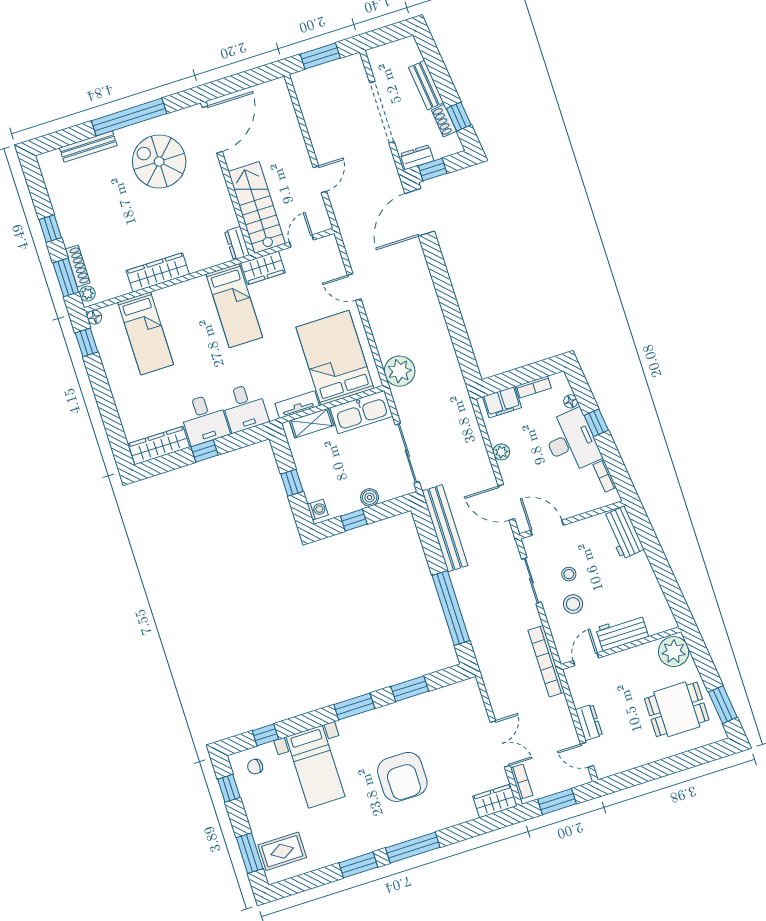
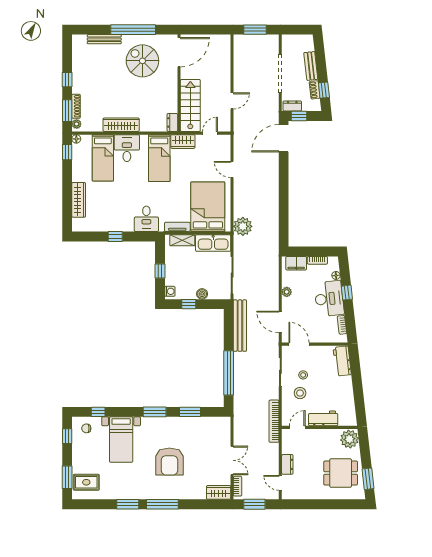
desk: (204, 419) -> (127, 148), moved, turned 180
wardrobe: (159, 445) -> (79, 200), moved, turned 90

